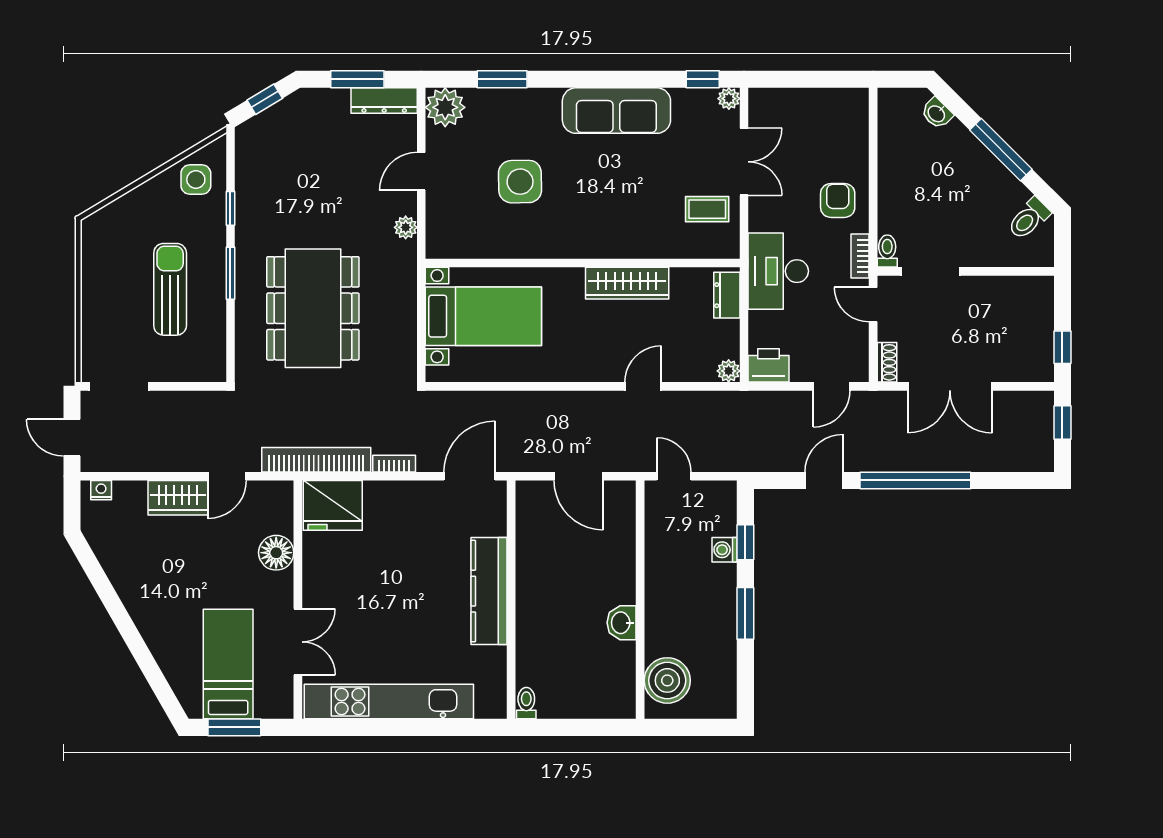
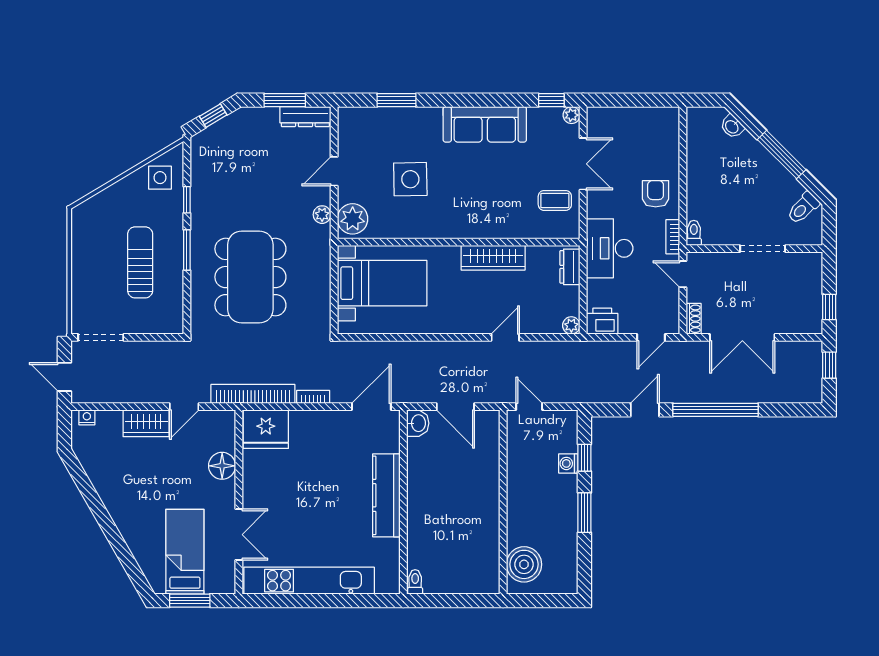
plant: (445, 107) -> (353, 219), moved
doorway: (930, 271) -> (763, 249), moved
washbasin: (622, 623) -> (418, 423), moved, turned 180

